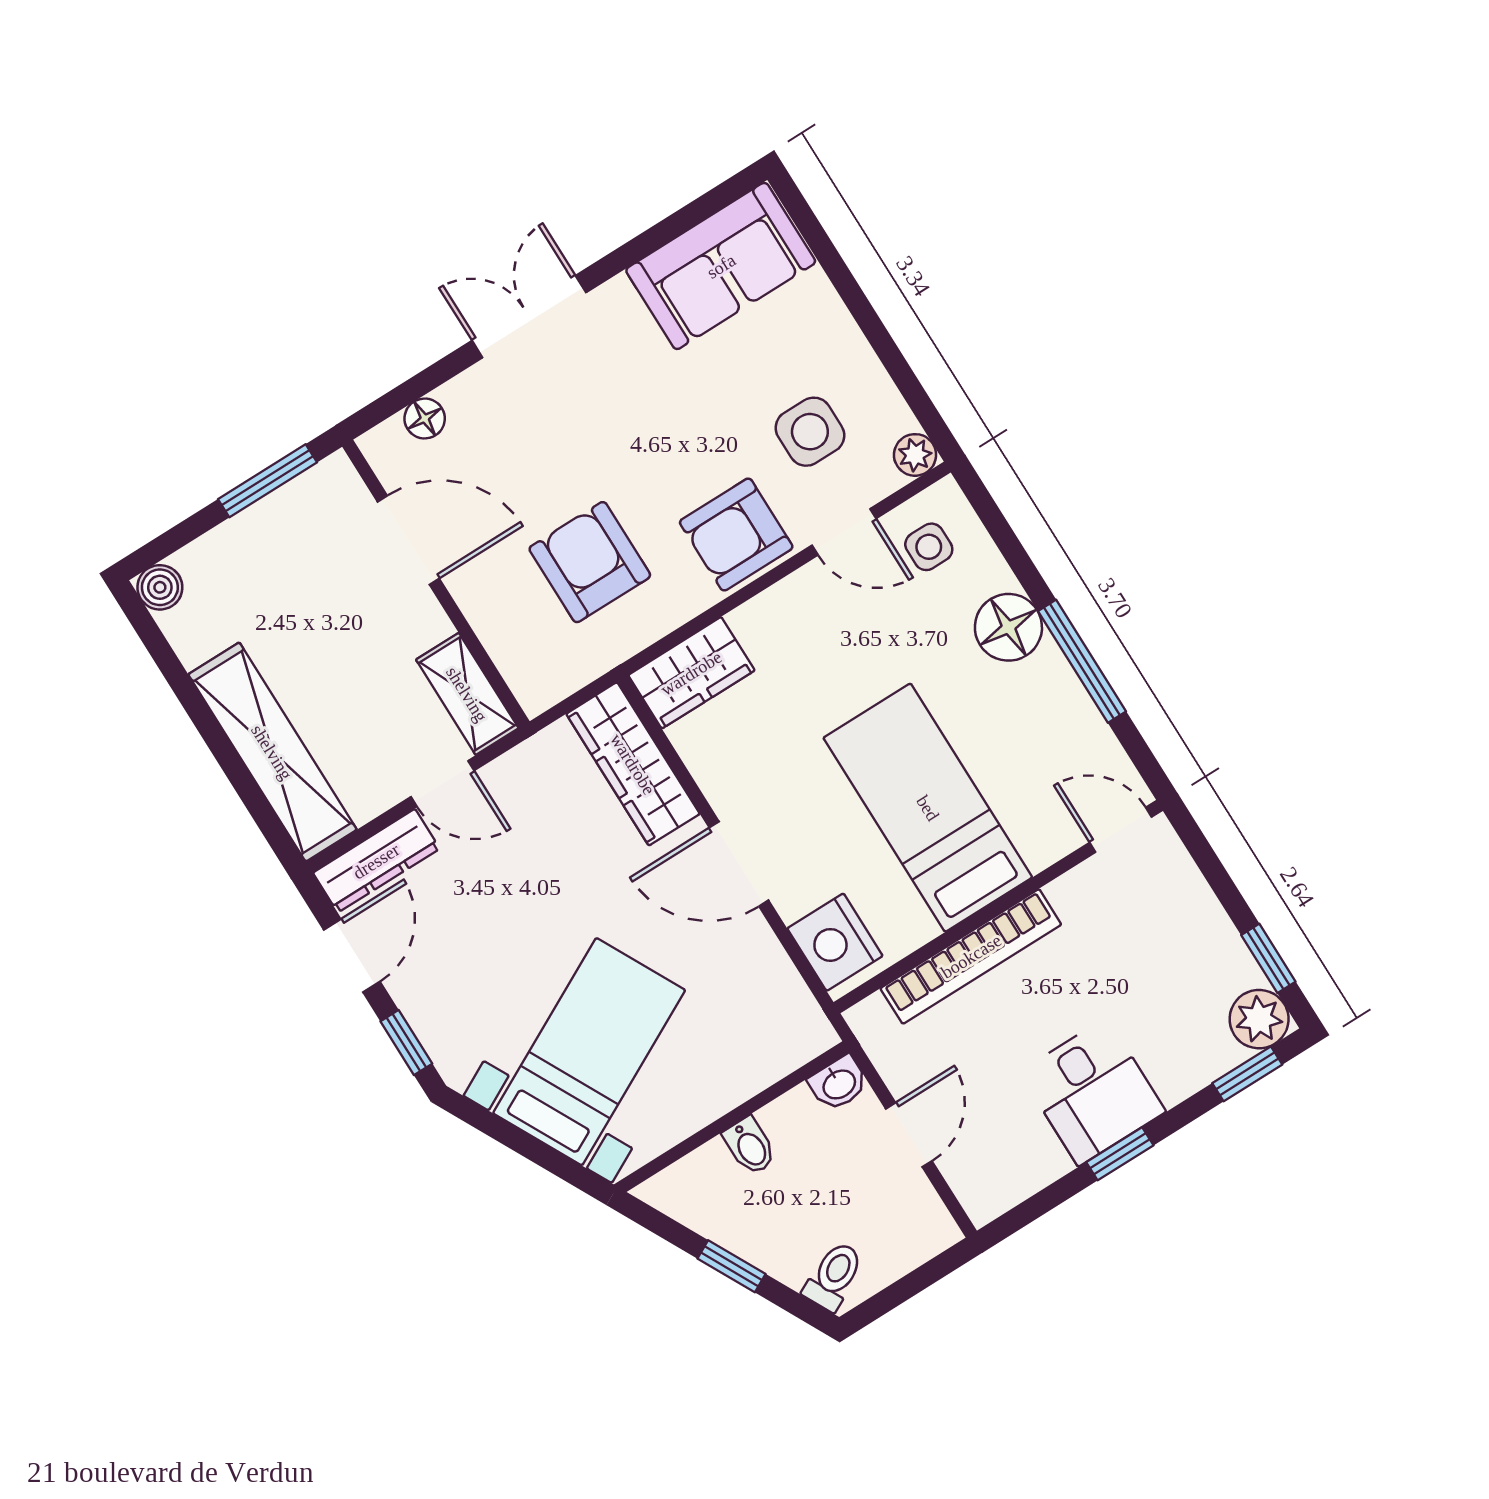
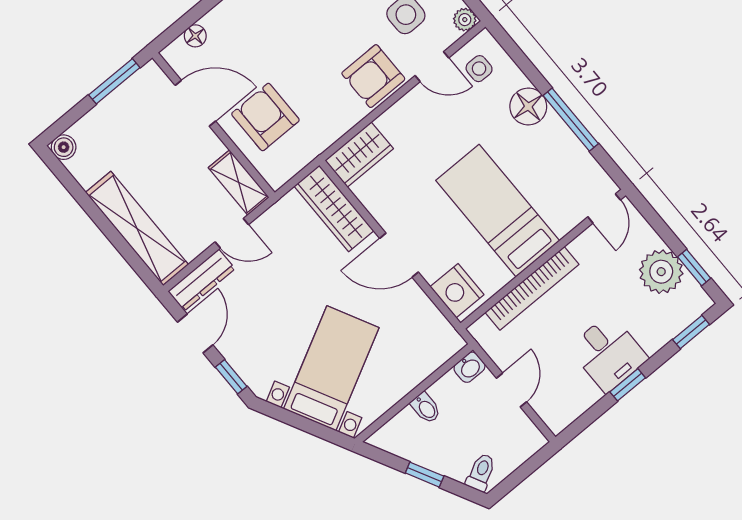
armchair: (590, 562) -> (265, 117), moved
door: (1121, 830) -> (604, 208), swing flipped
plant: (1259, 1019) -> (661, 272), moved, width x1.36, depth x1.36

